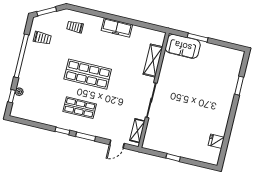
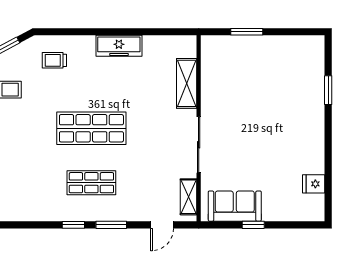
sofa: (183, 46) -> (235, 206), moved, turned 180

